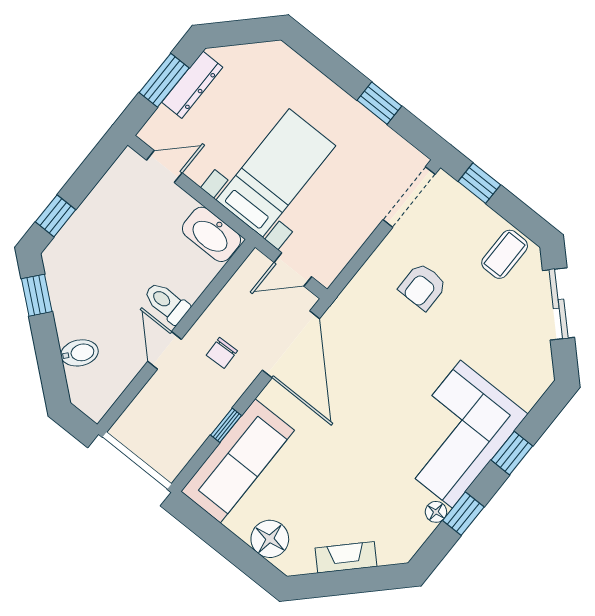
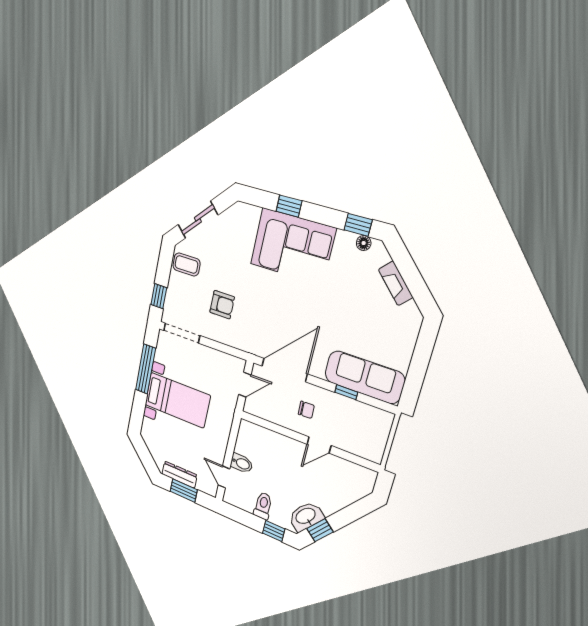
window: (379, 103) -> (146, 369), width x2.17
bed with nightstands: (276, 173) -> (177, 400), moved, turned 180
washbasin: (212, 234) -> (306, 516), moved, turned -140
door: (293, 269) -> (245, 385), hinge flipped
toilet: (167, 303) -> (263, 506), moved, turned 180
bidet: (79, 353) -> (241, 463), moved, turned 140
floor lamp: (436, 512) -> (364, 243), moved
window: (463, 514) -> (358, 225), moved
floor lamp: (270, 539) -> (404, 338), removed

